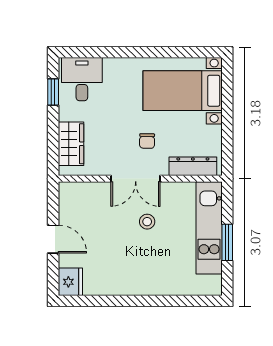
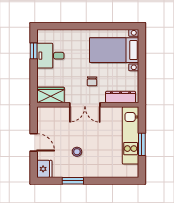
desk: (82, 79) -> (50, 56), moved, turned -90
wardrobe: (71, 144) -> (50, 95), moved, turned -90
stool: (147, 222) -> (77, 152), moved
window: (116, 301) -> (73, 181), added

